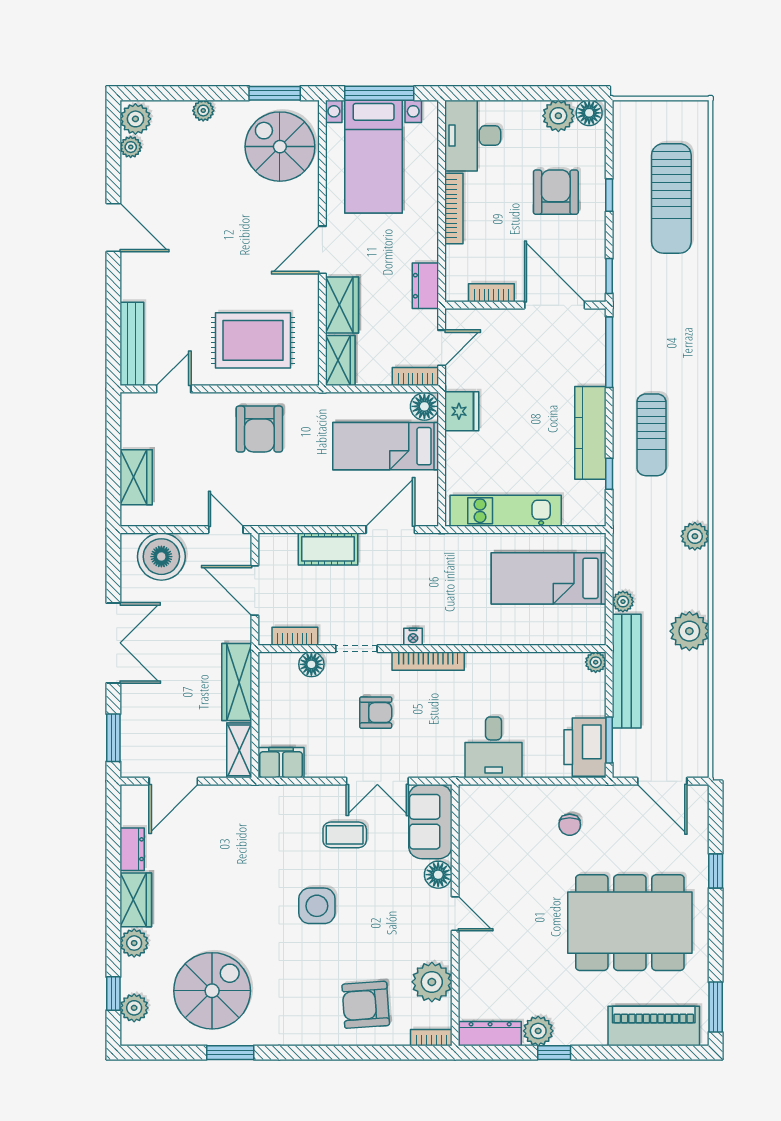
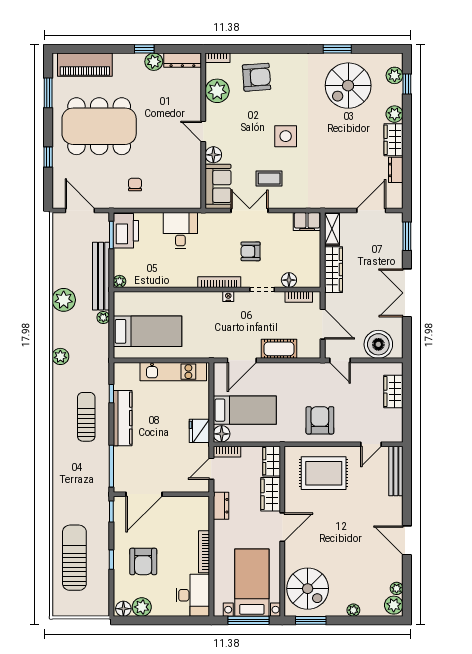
bookcase: (491, 293) -> (182, 502), removed
door: (555, 305) -> (144, 494), hinge flipped
window: (716, 1007) -> (48, 93), moved

